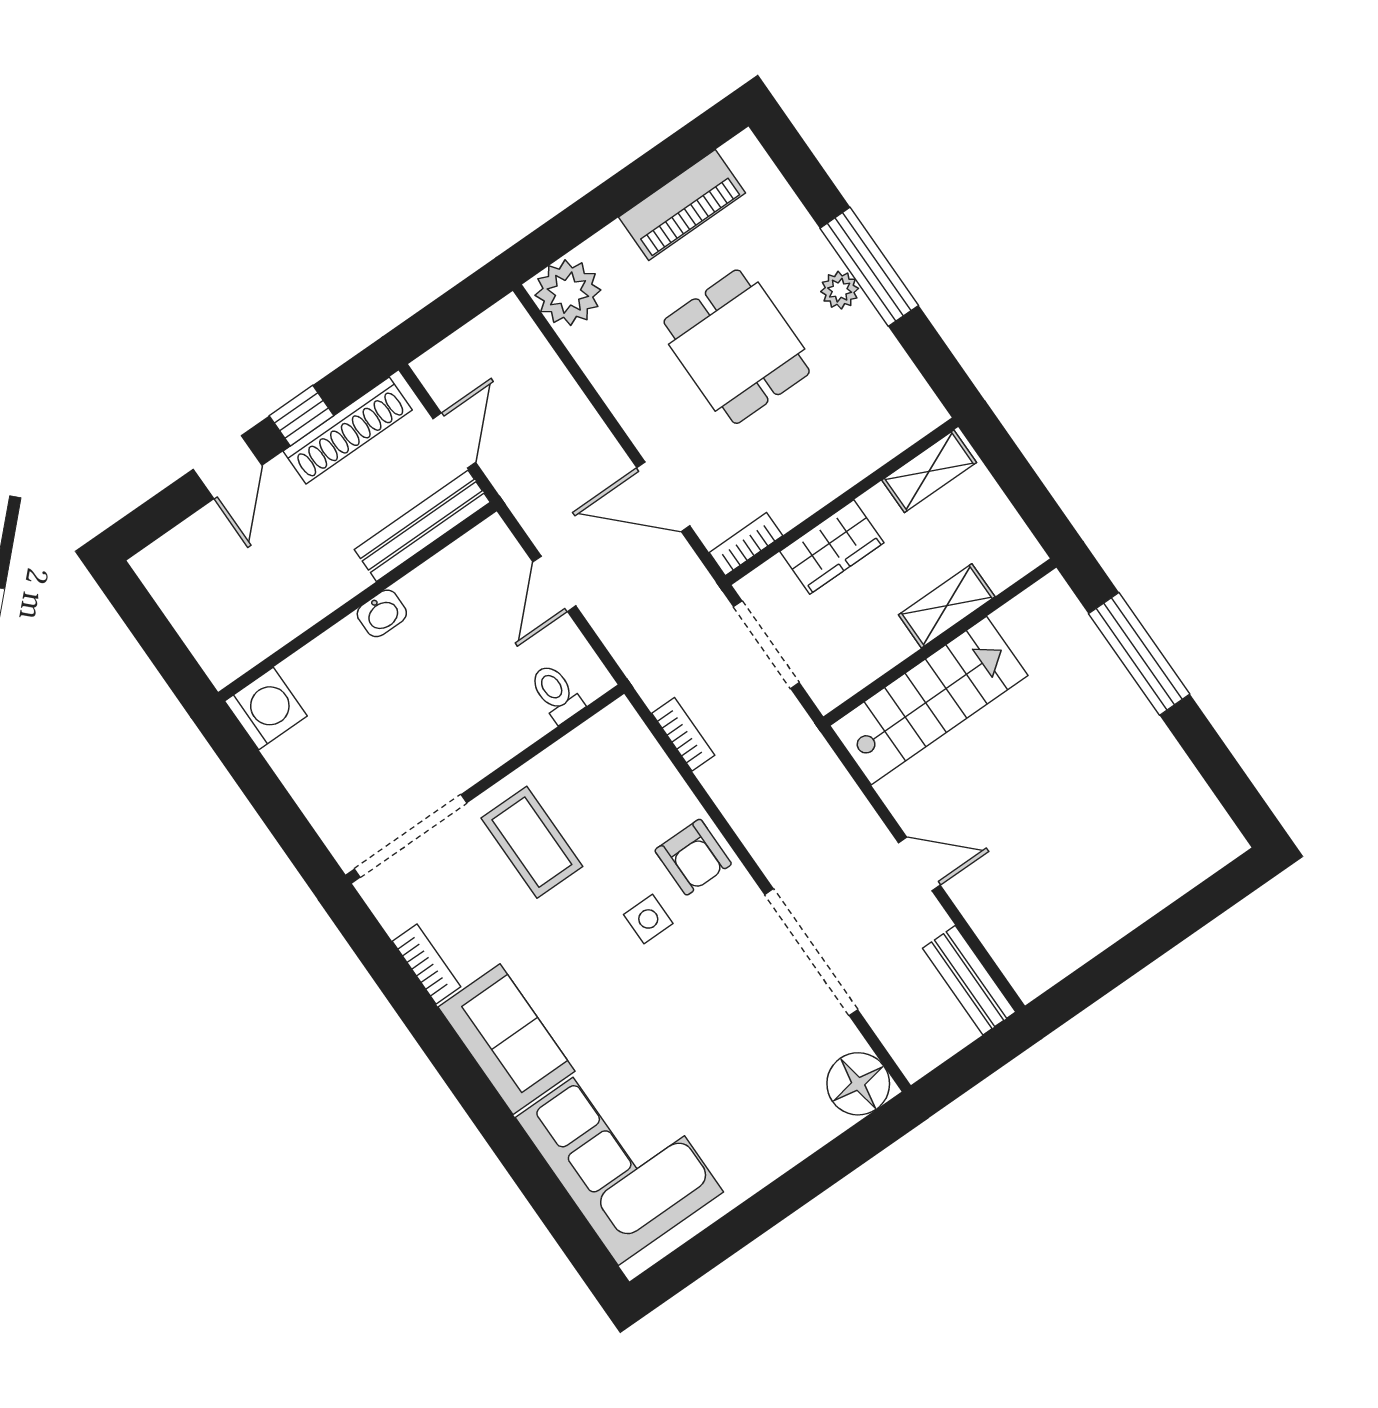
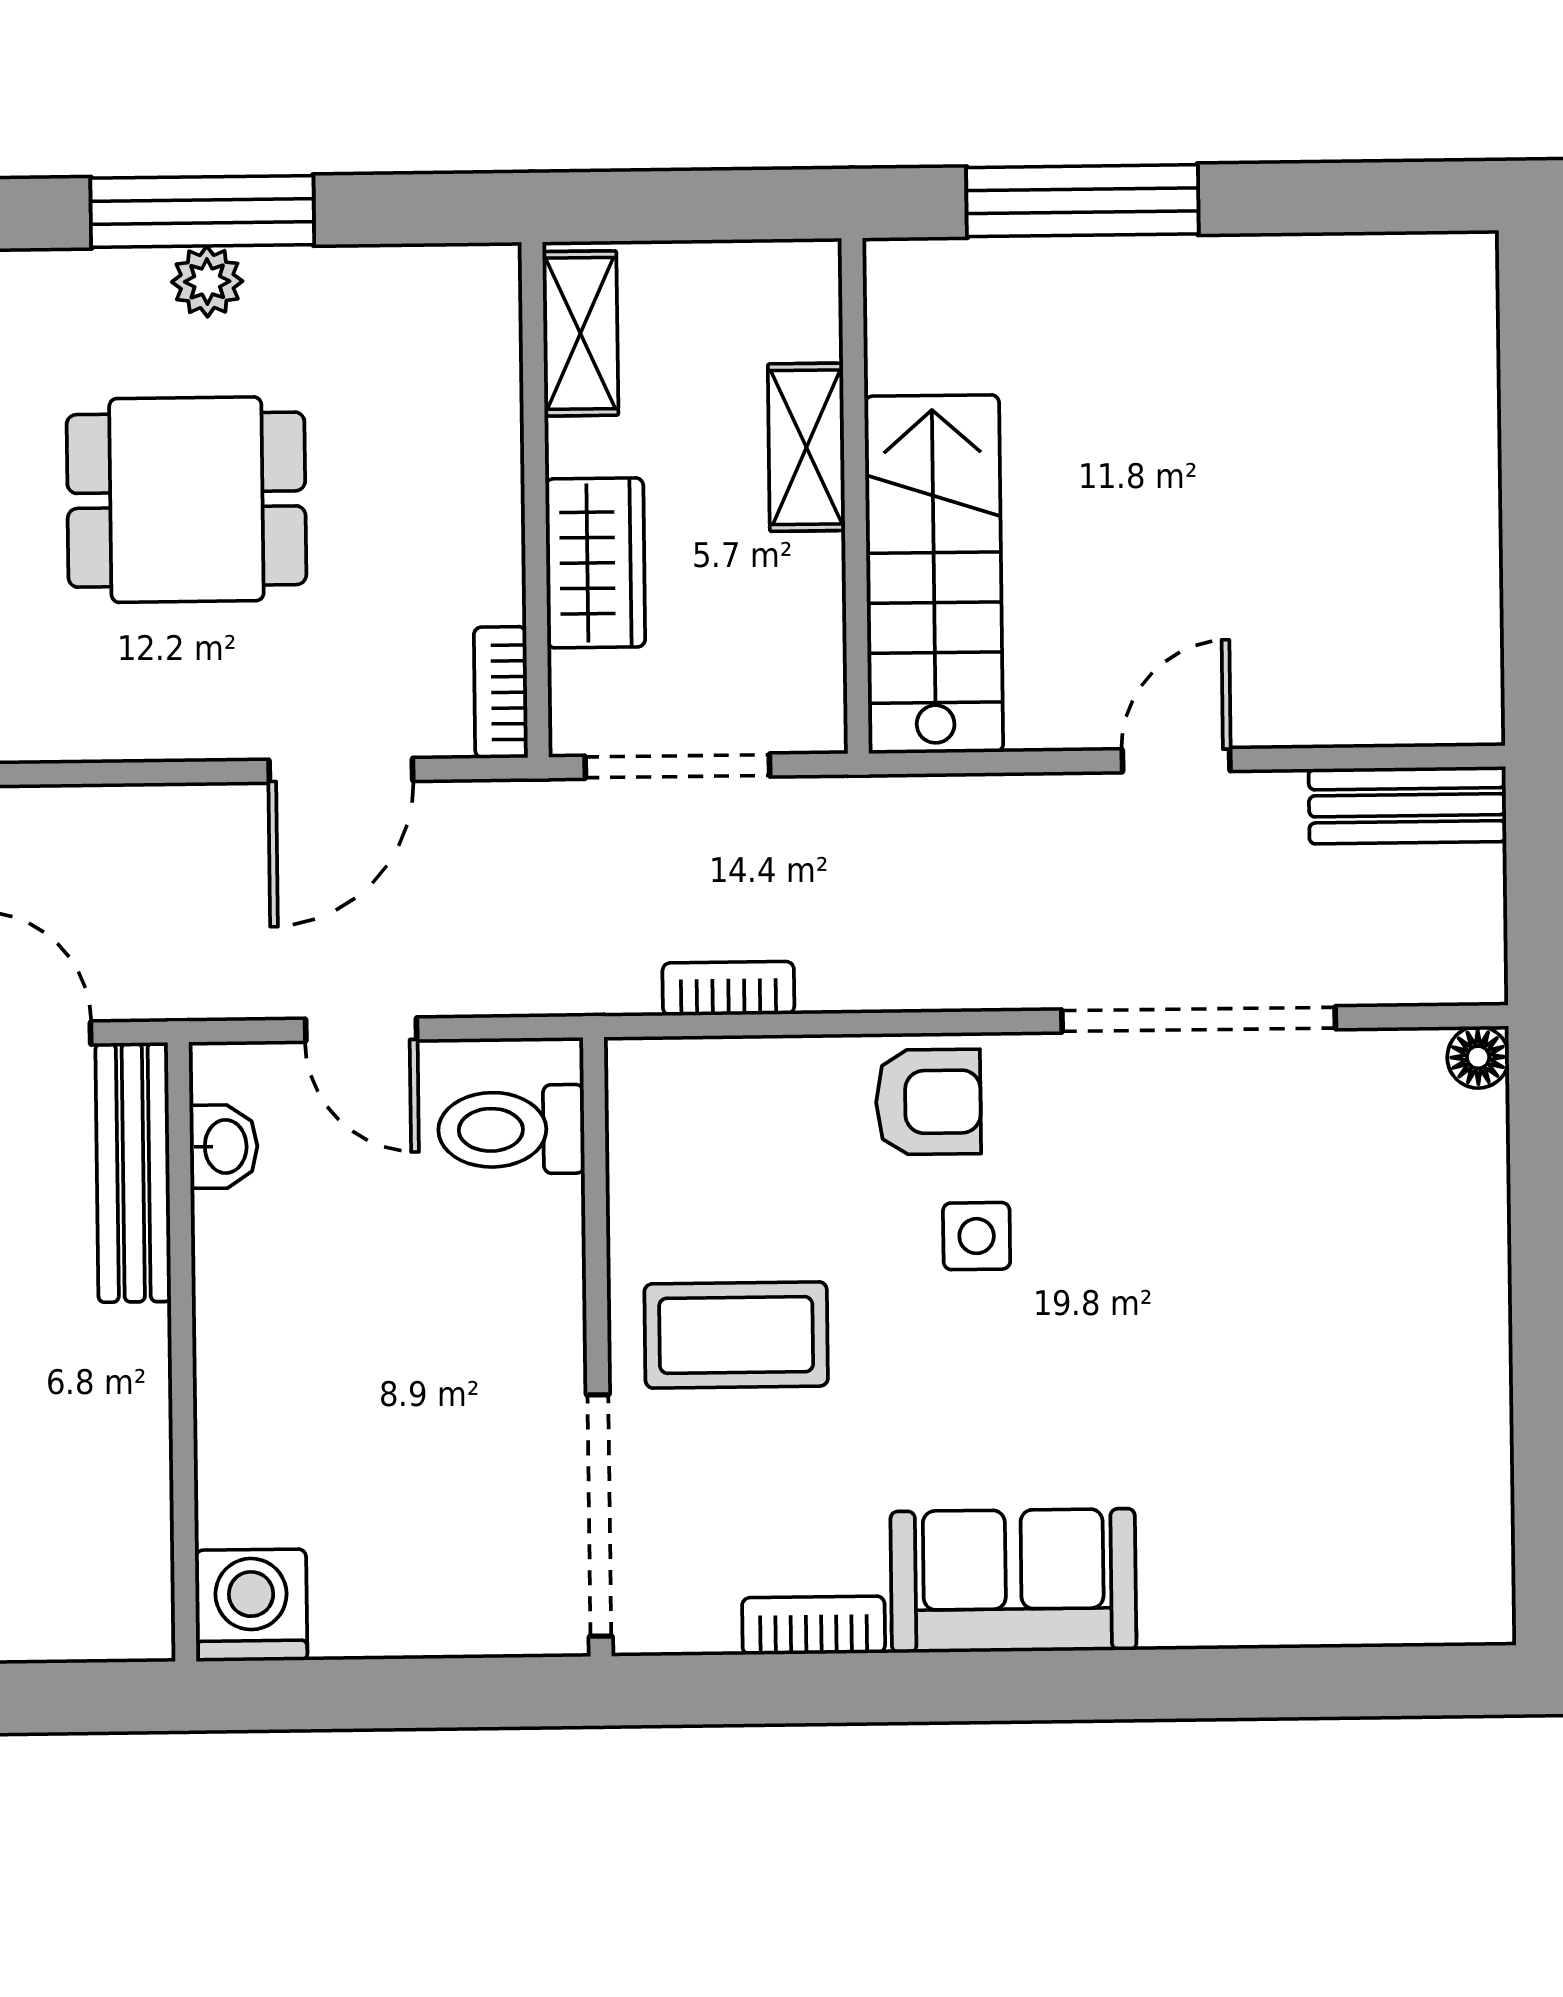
washbasin: (382, 613) -> (224, 1146), moved
toilet: (556, 693) -> (511, 1130), width x1.37, depth x1.39
floor lamp: (858, 1084) -> (1478, 1057), width x0.53, depth x0.53
corner sofa: (619, 1155) -> (1310, 1528), removed

